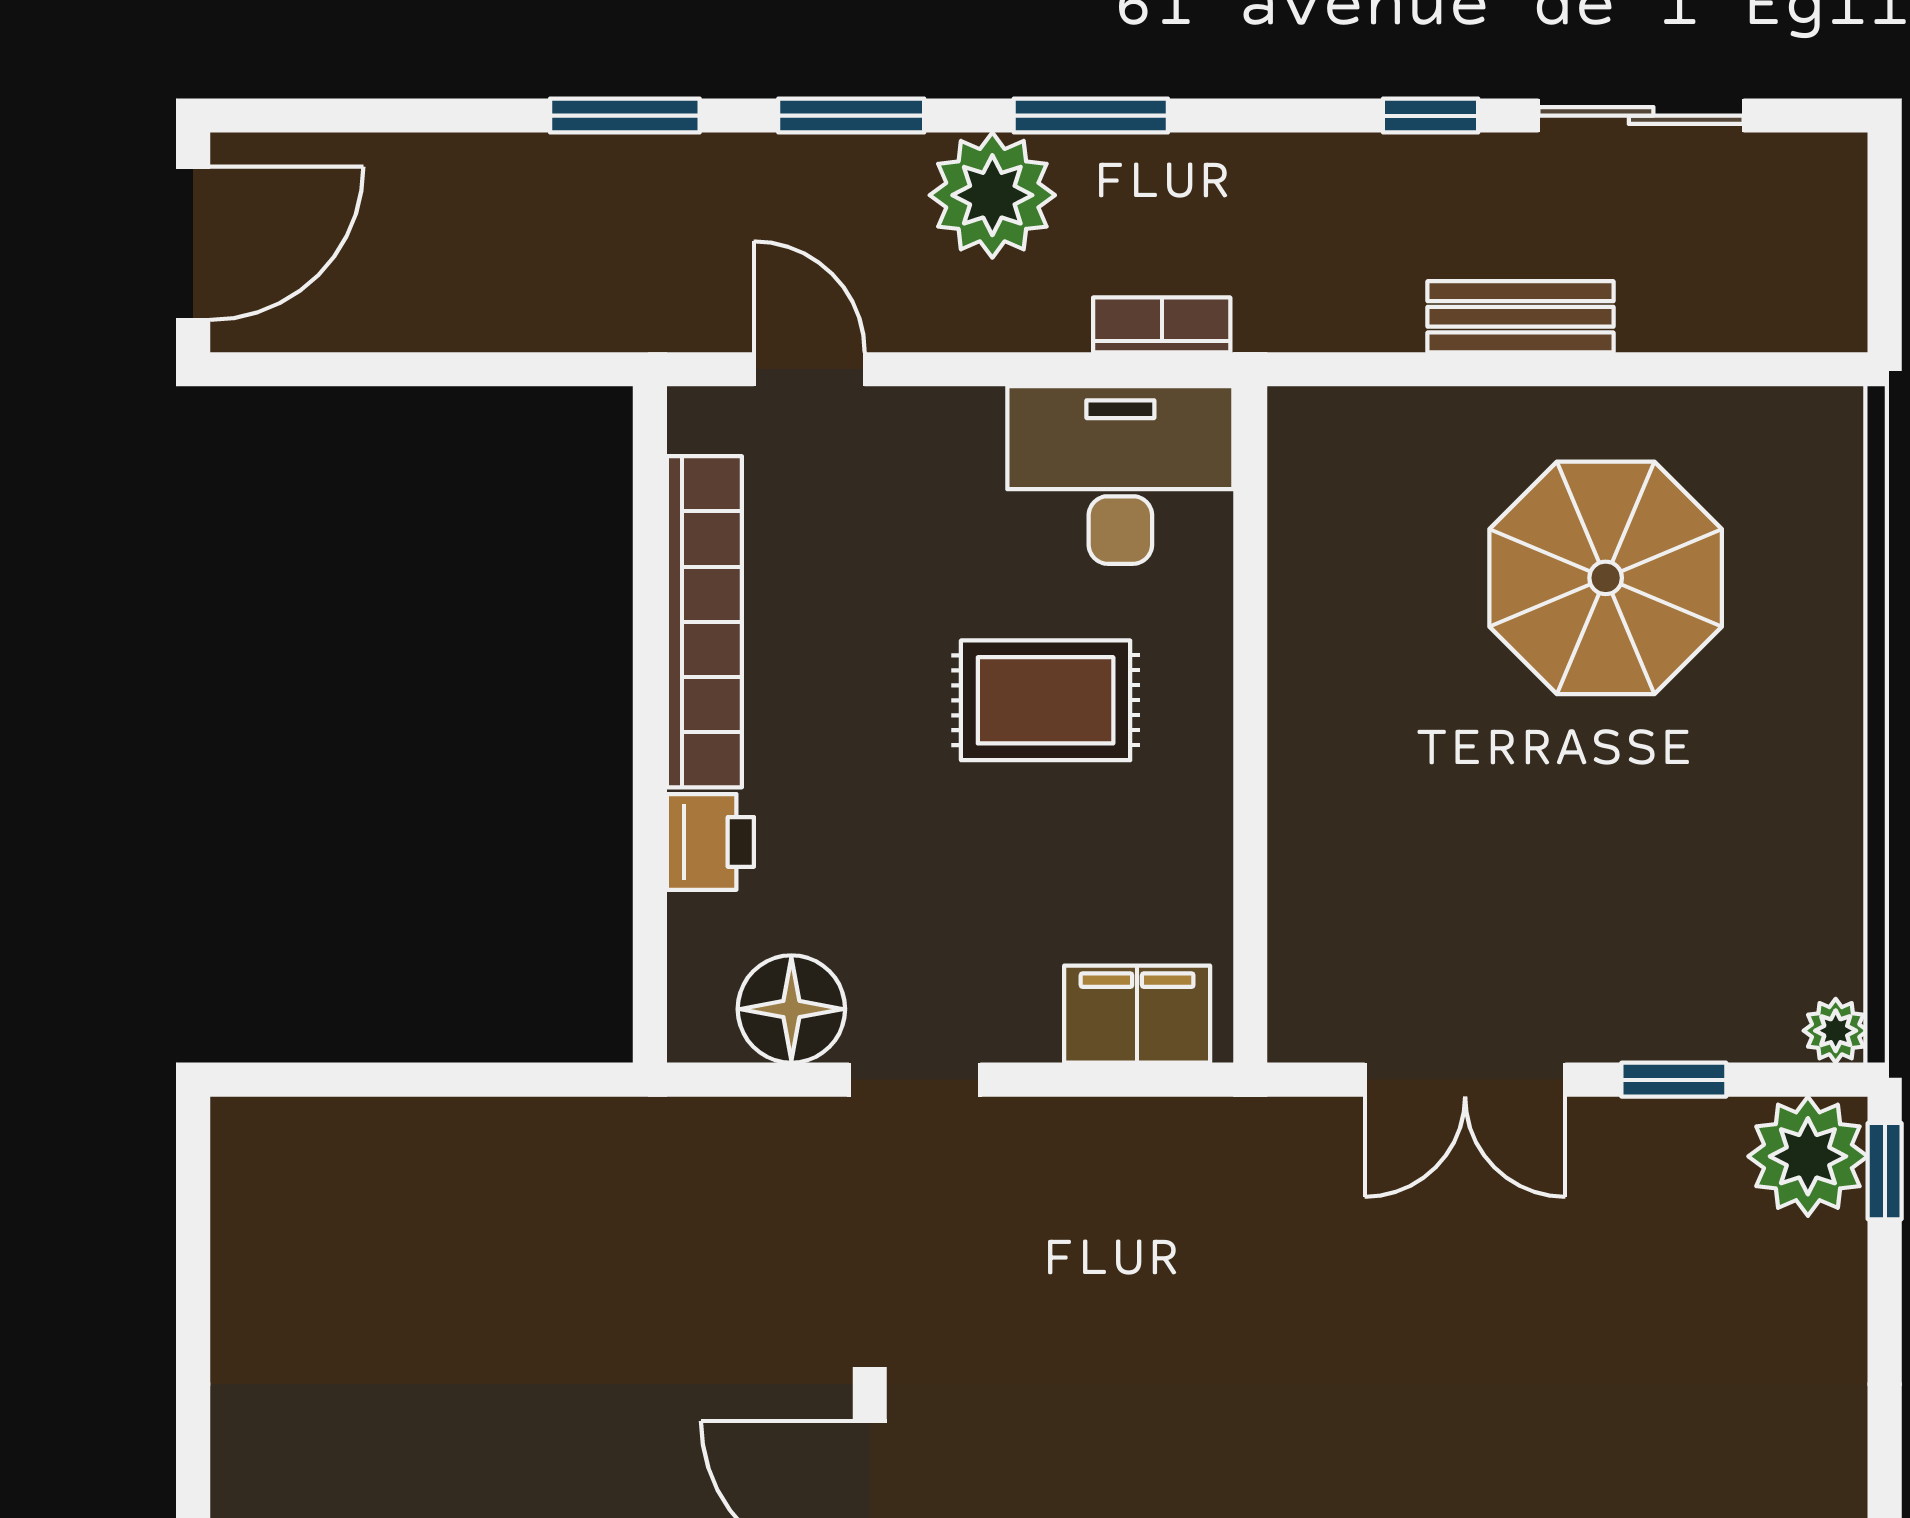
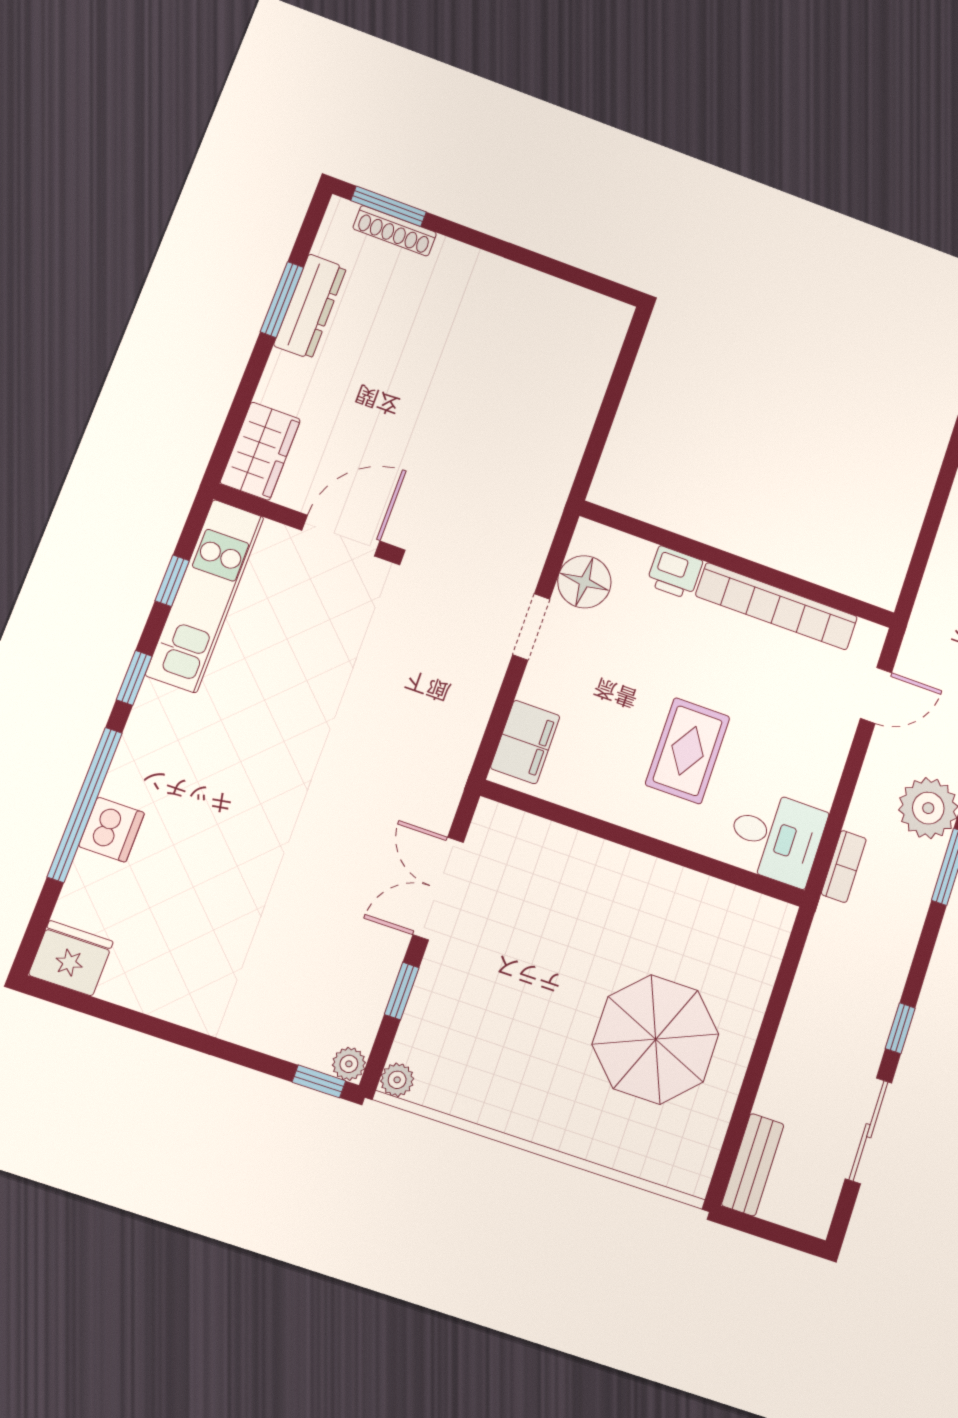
bench: (1520, 317) -> (753, 1165), moved
desk: (1120, 475) -> (776, 837), width x0.73
plant: (1808, 1156) -> (349, 1064), width x0.53, depth x0.53

